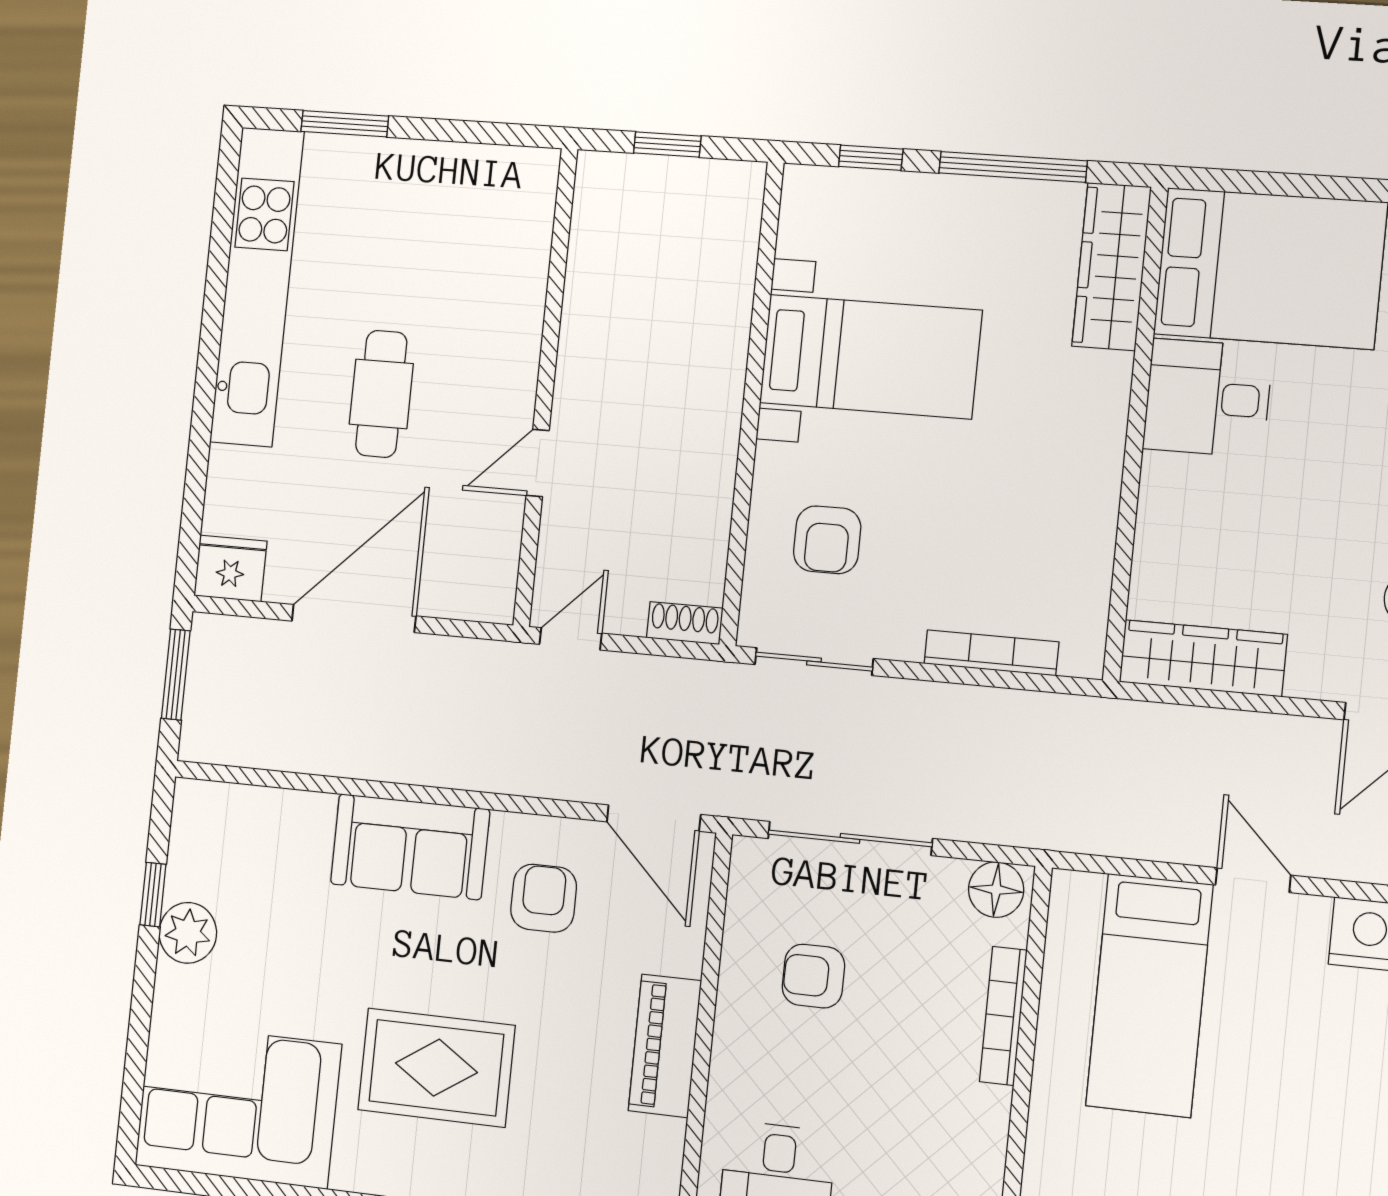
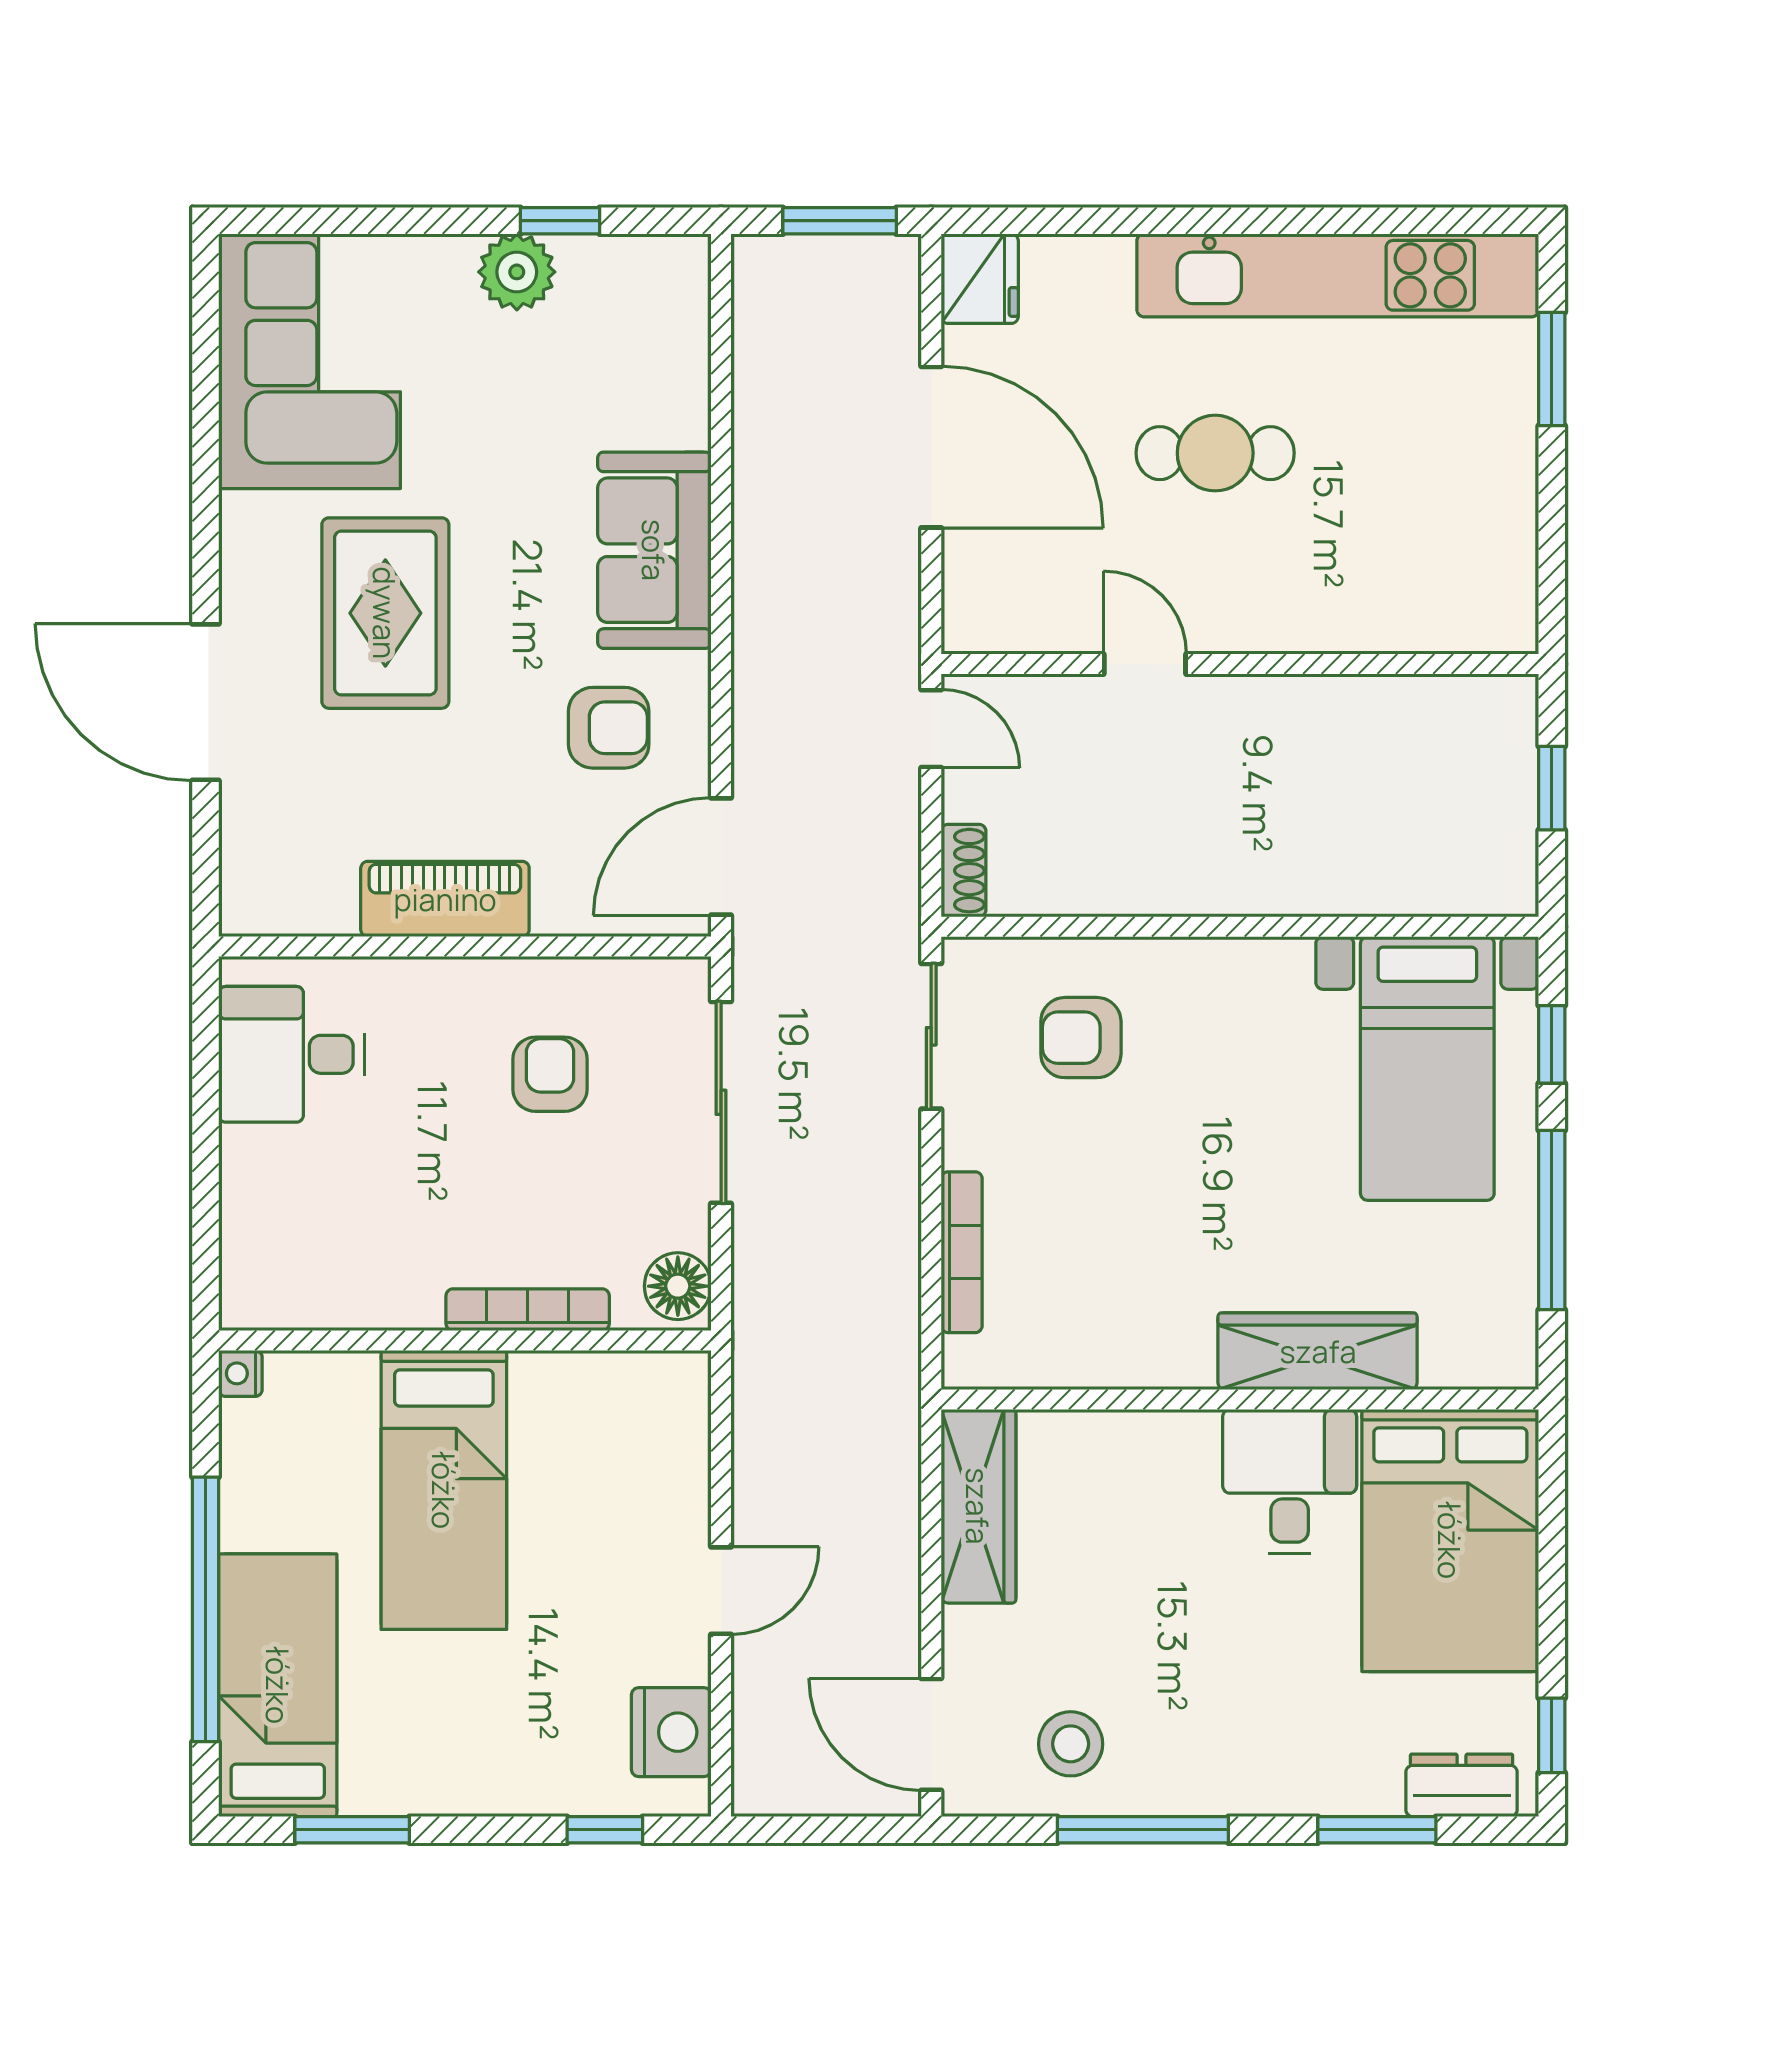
wardrobe: (1112, 267) -> (1318, 1351), moved
bed with nightstands: (870, 357) -> (1427, 1068), moved
bed: (1149, 995) -> (444, 1490), moved, turned -90

